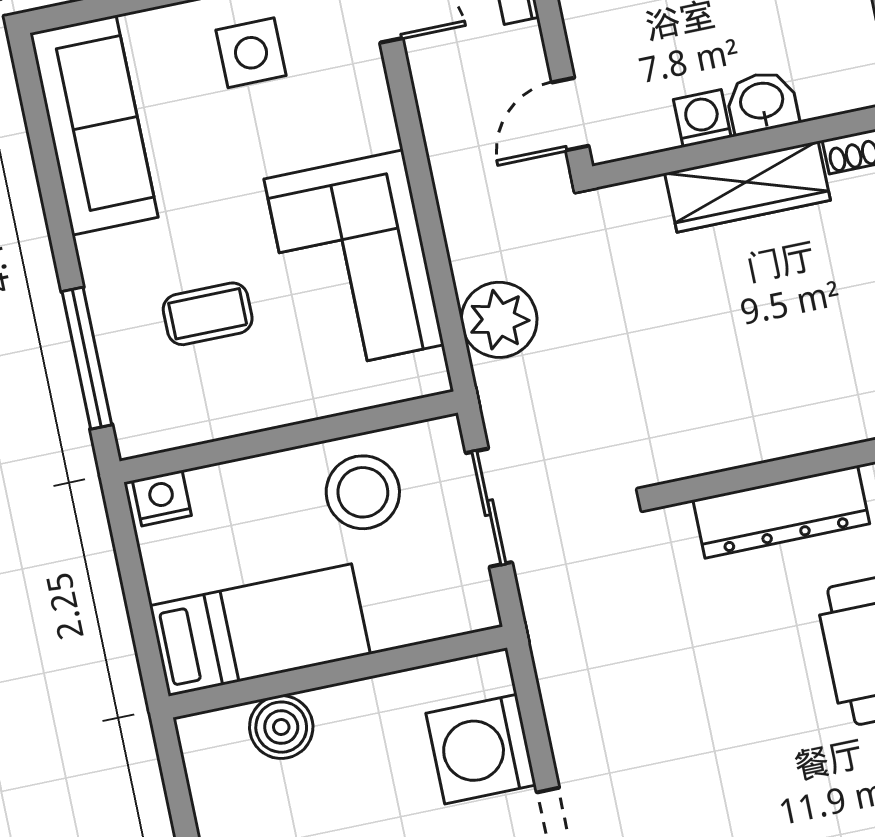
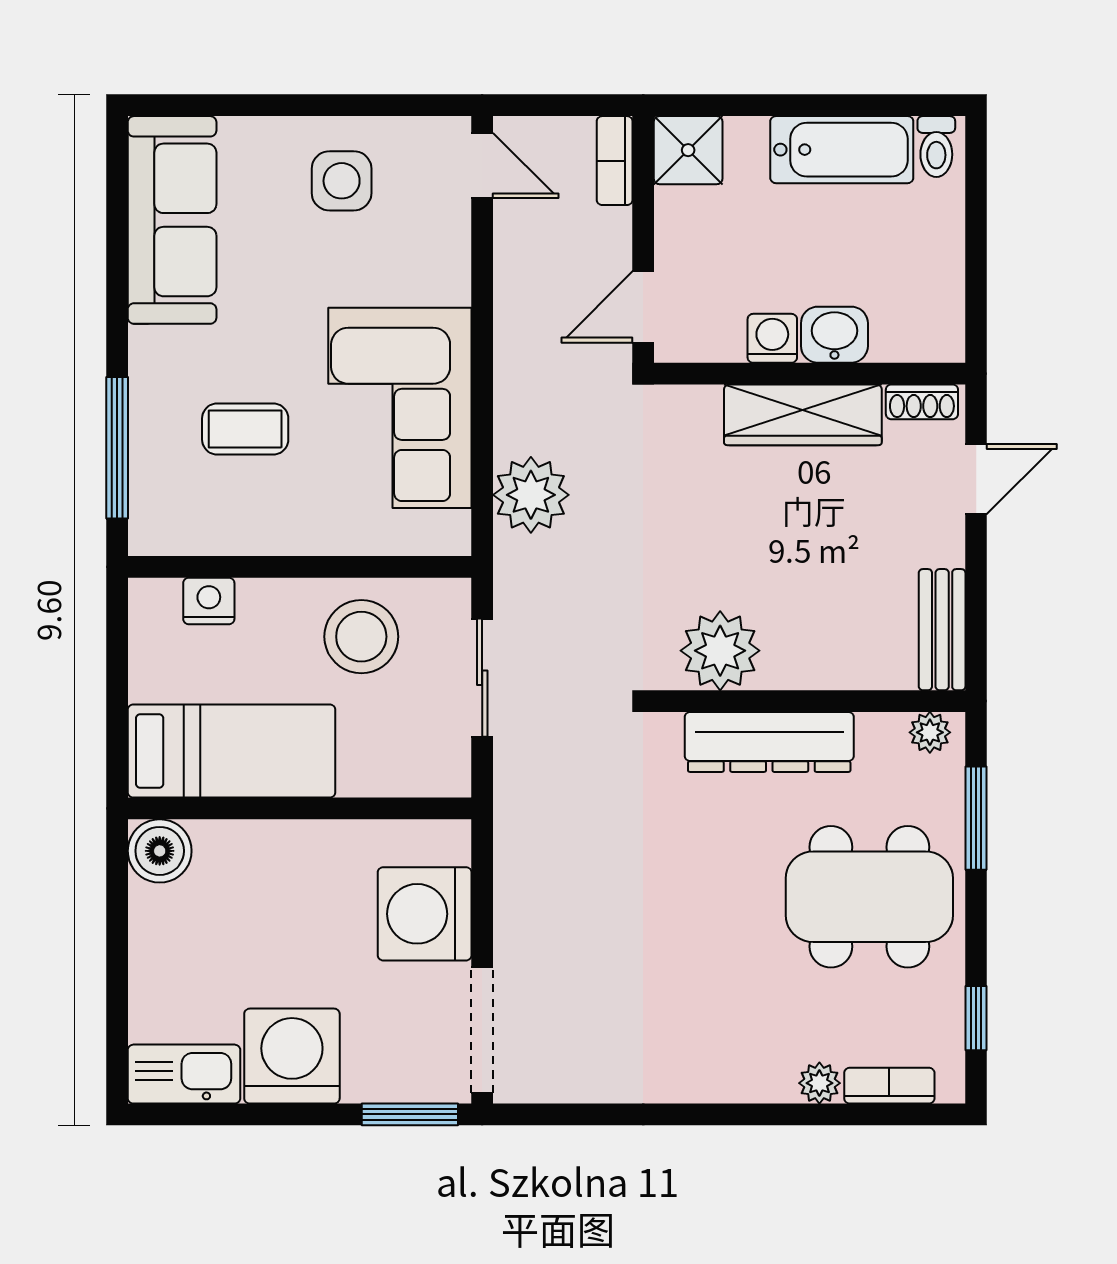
plant: (715, 433) -> (720, 651), added
nightstand: (162, 498) -> (209, 601), moved
boiler: (281, 727) -> (160, 851), moved

